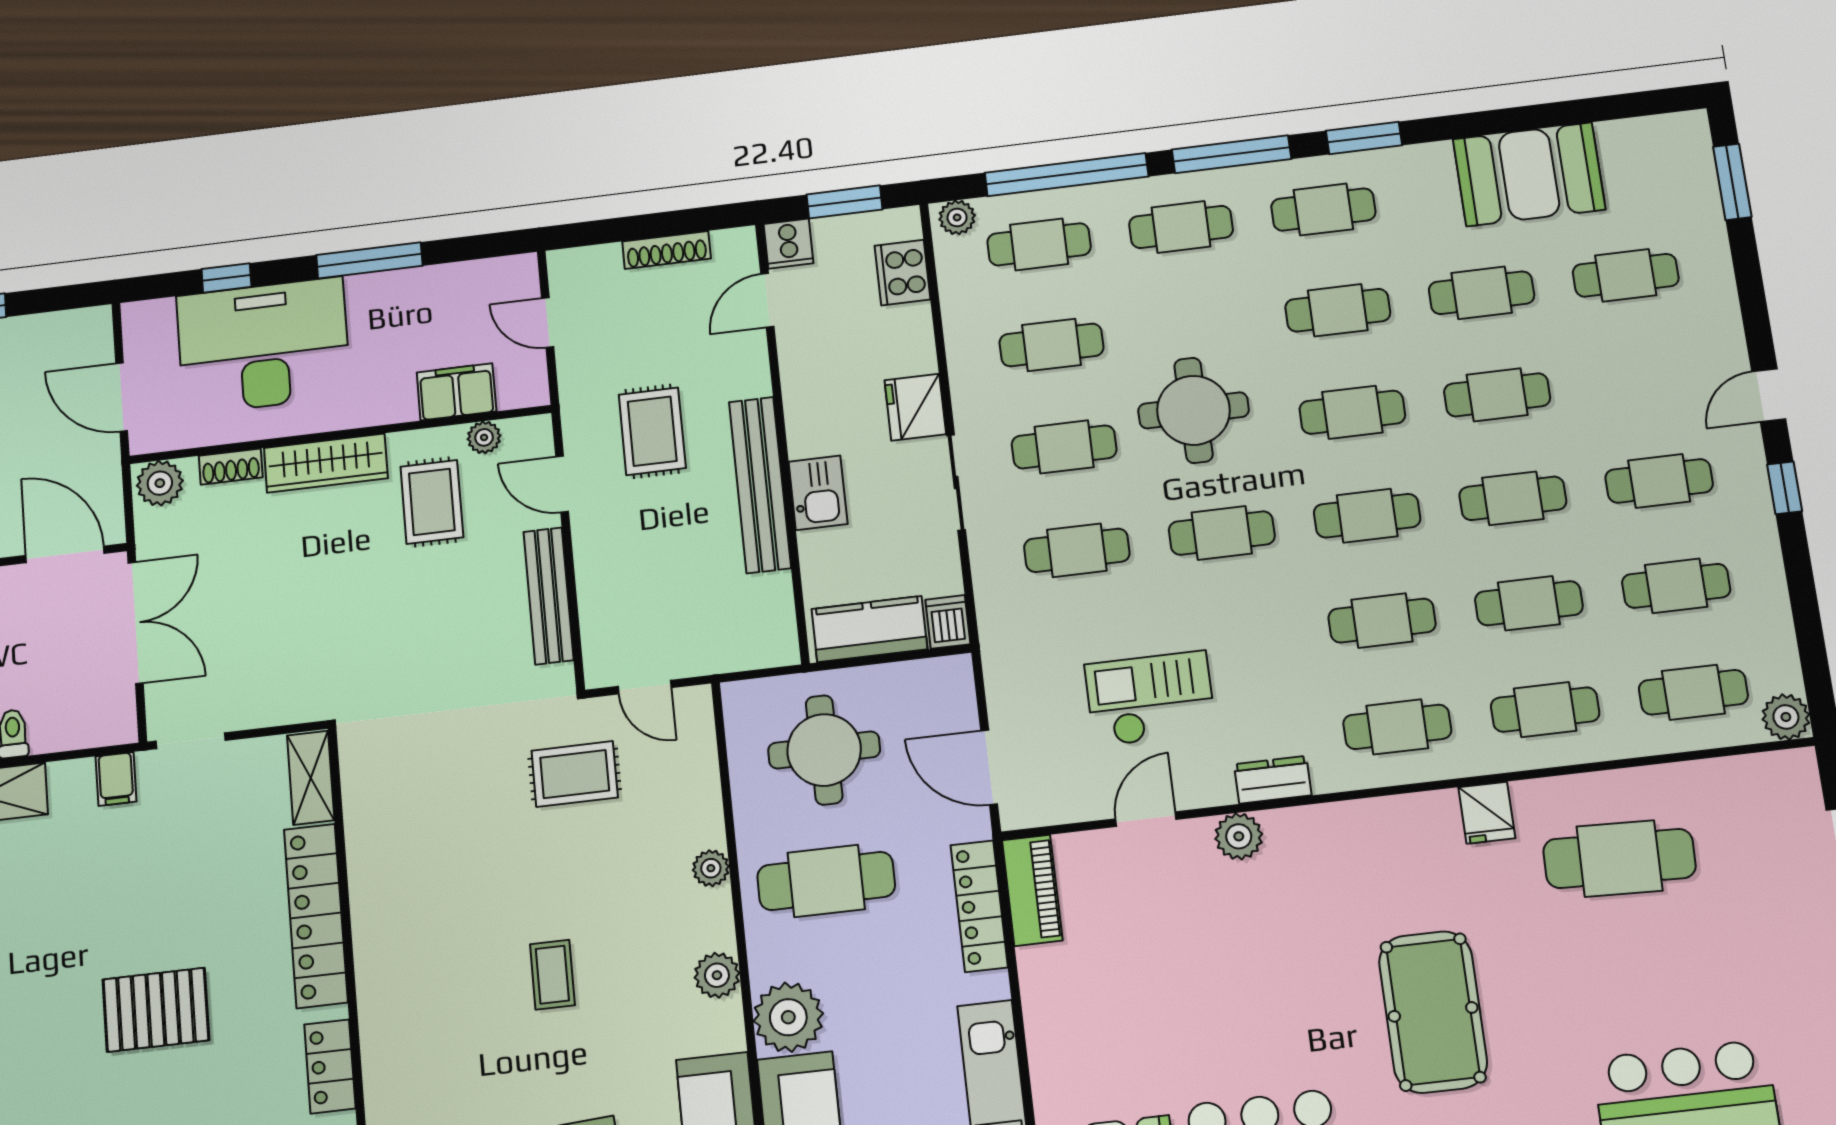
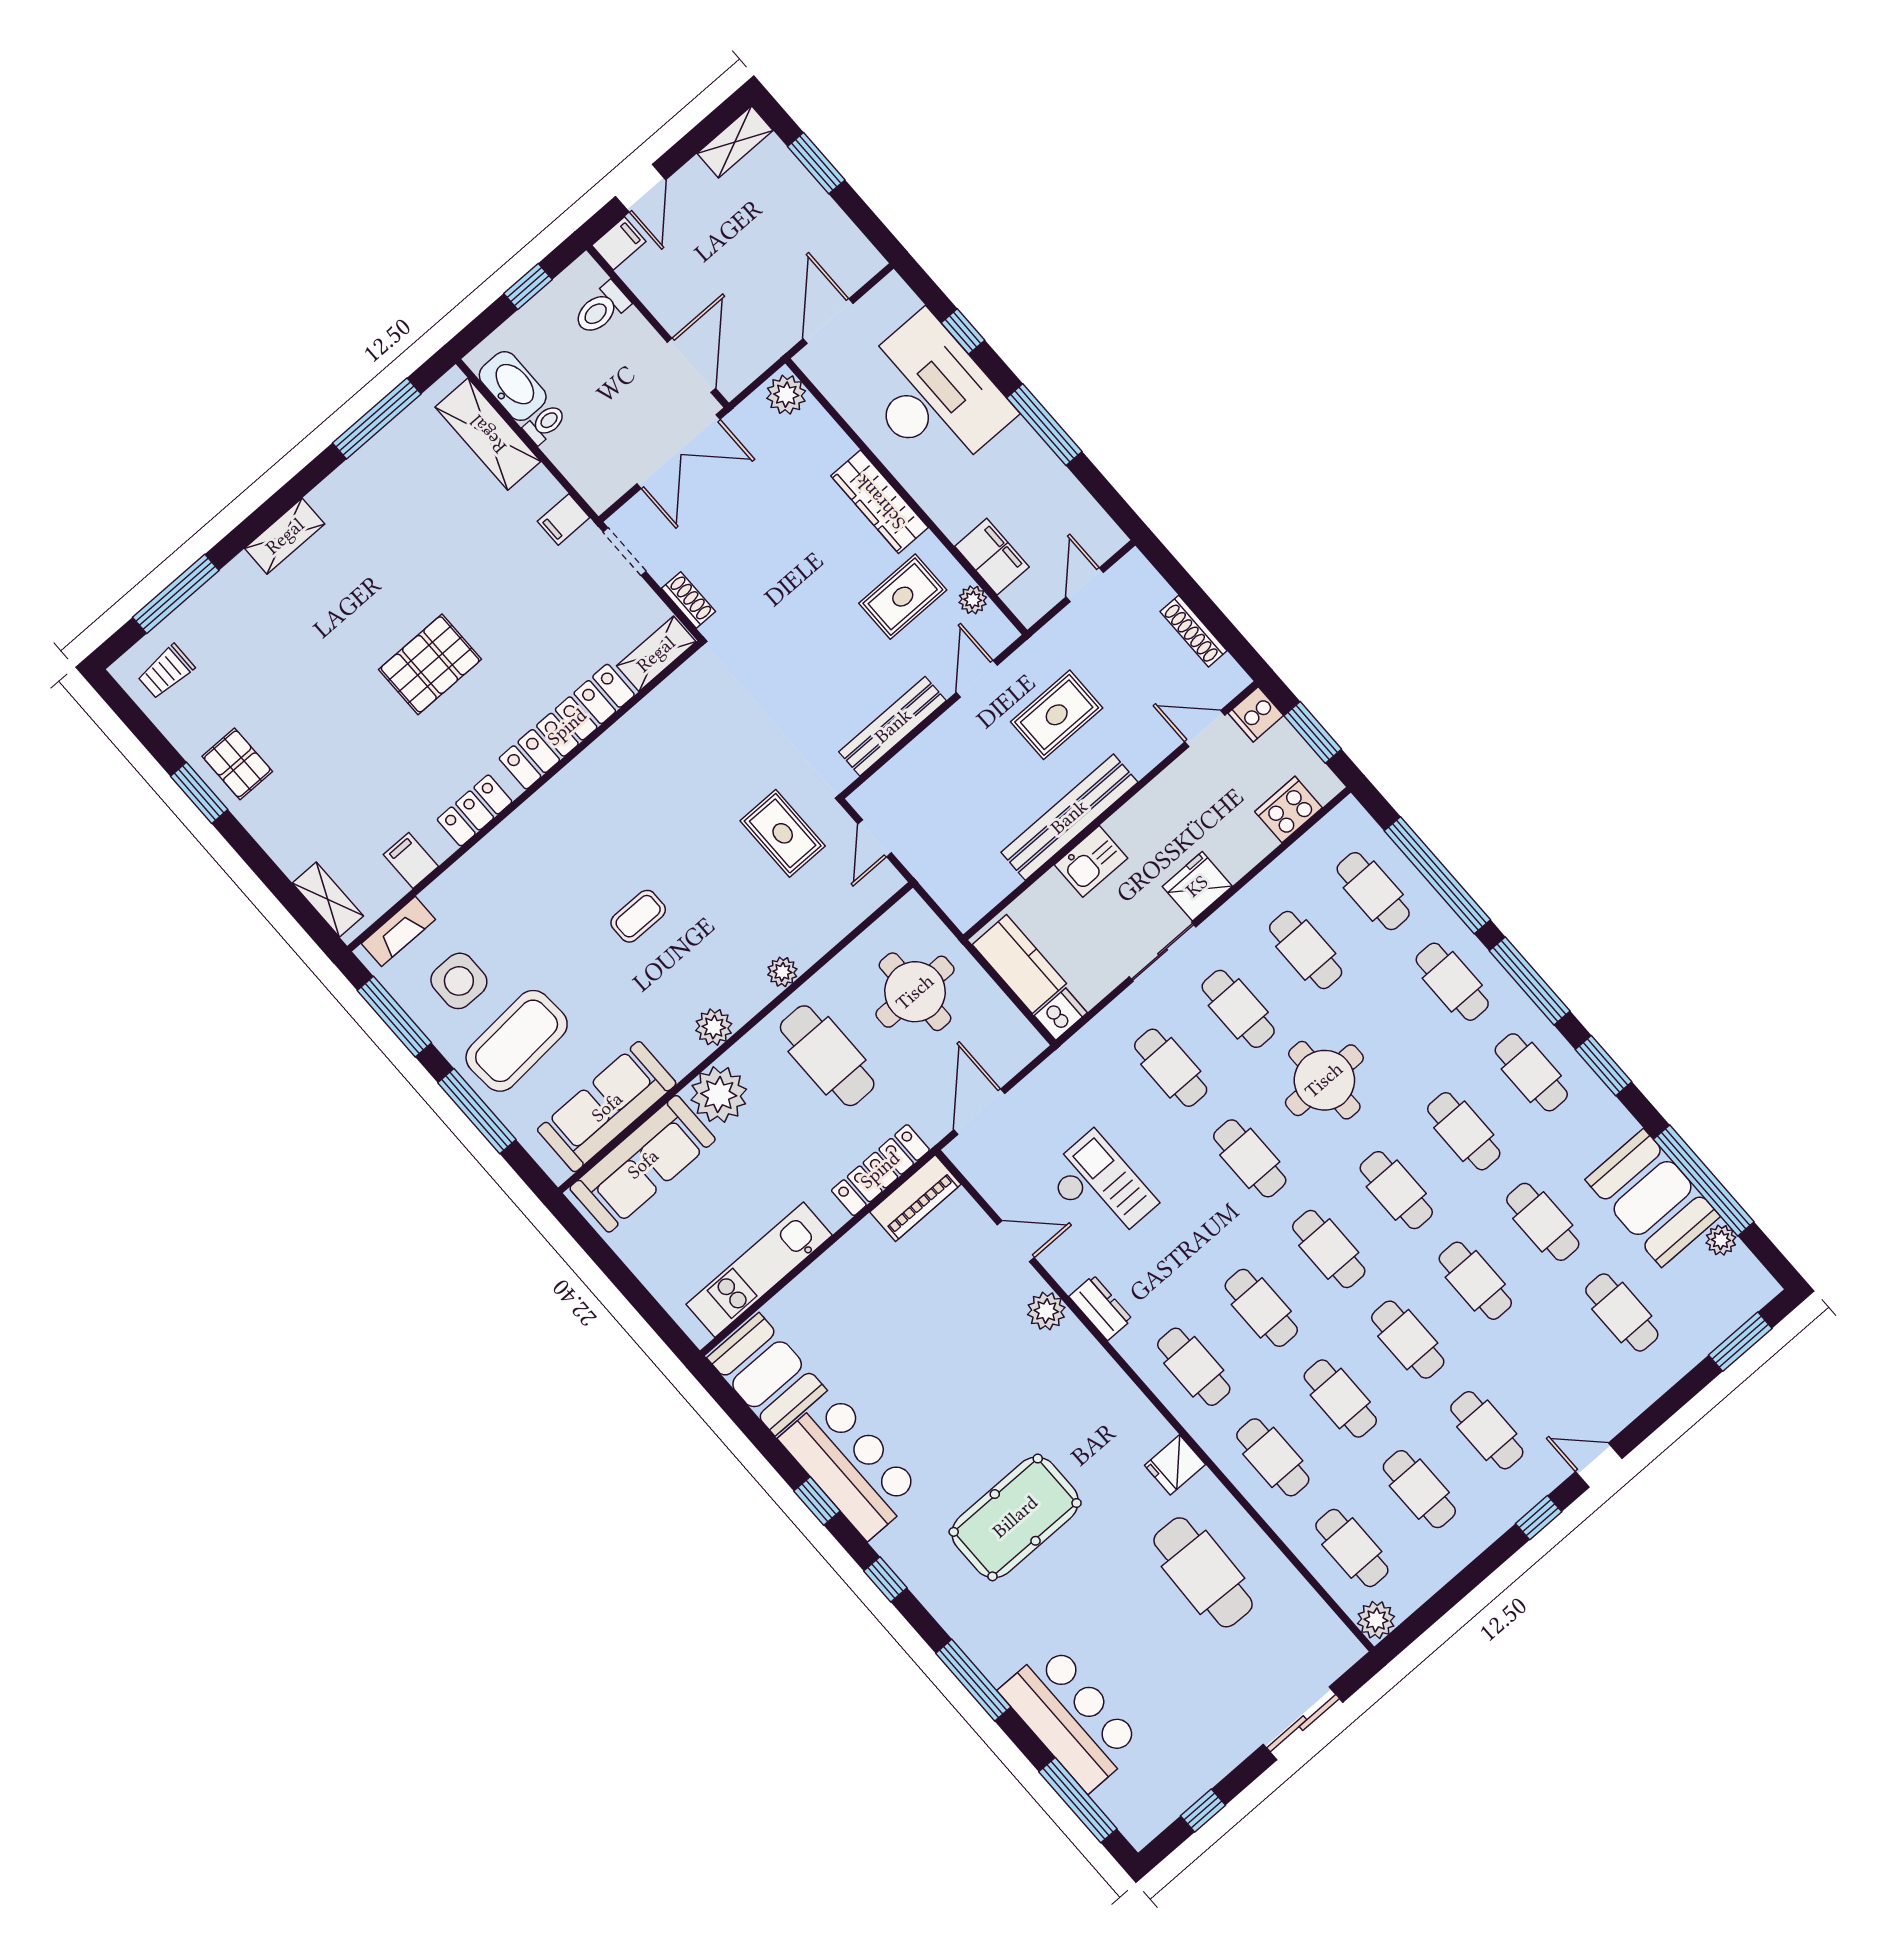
window: (1545, 116) -> (1704, 1181), added
plant: (957, 217) -> (1721, 1240), moved
shoe rack: (231, 467) -> (688, 600), moved, turned 180
pallet: (156, 1010) -> (430, 664), turned 90

